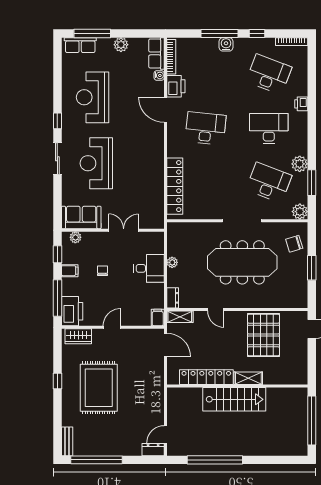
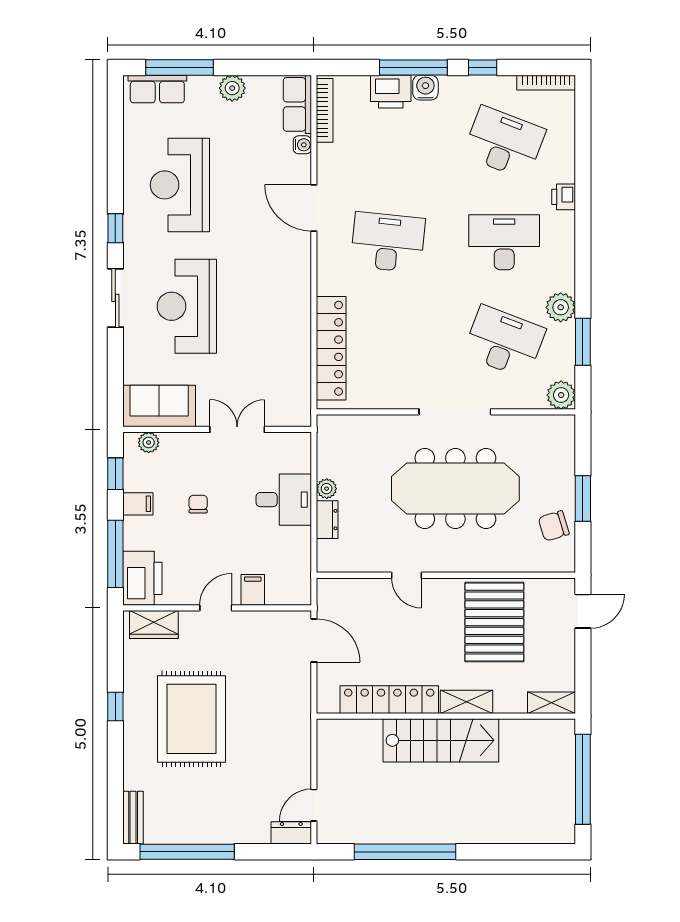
printer: (176, 86) -> (391, 92), moved, turned 90
chair: (294, 244) -> (554, 526), moved
dresser: (173, 298) -> (327, 520), moved
filing cabinet: (158, 317) -> (253, 590), moved
shelving: (180, 317) -> (551, 703), moved

